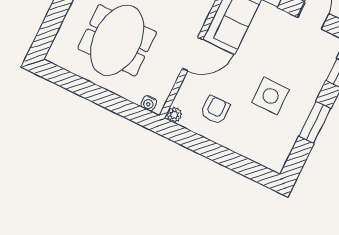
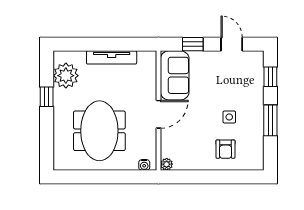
side table: (271, 96) -> (229, 117), width x0.54, depth x0.54
armchair: (215, 110) -> (225, 149), moved, turned 180

